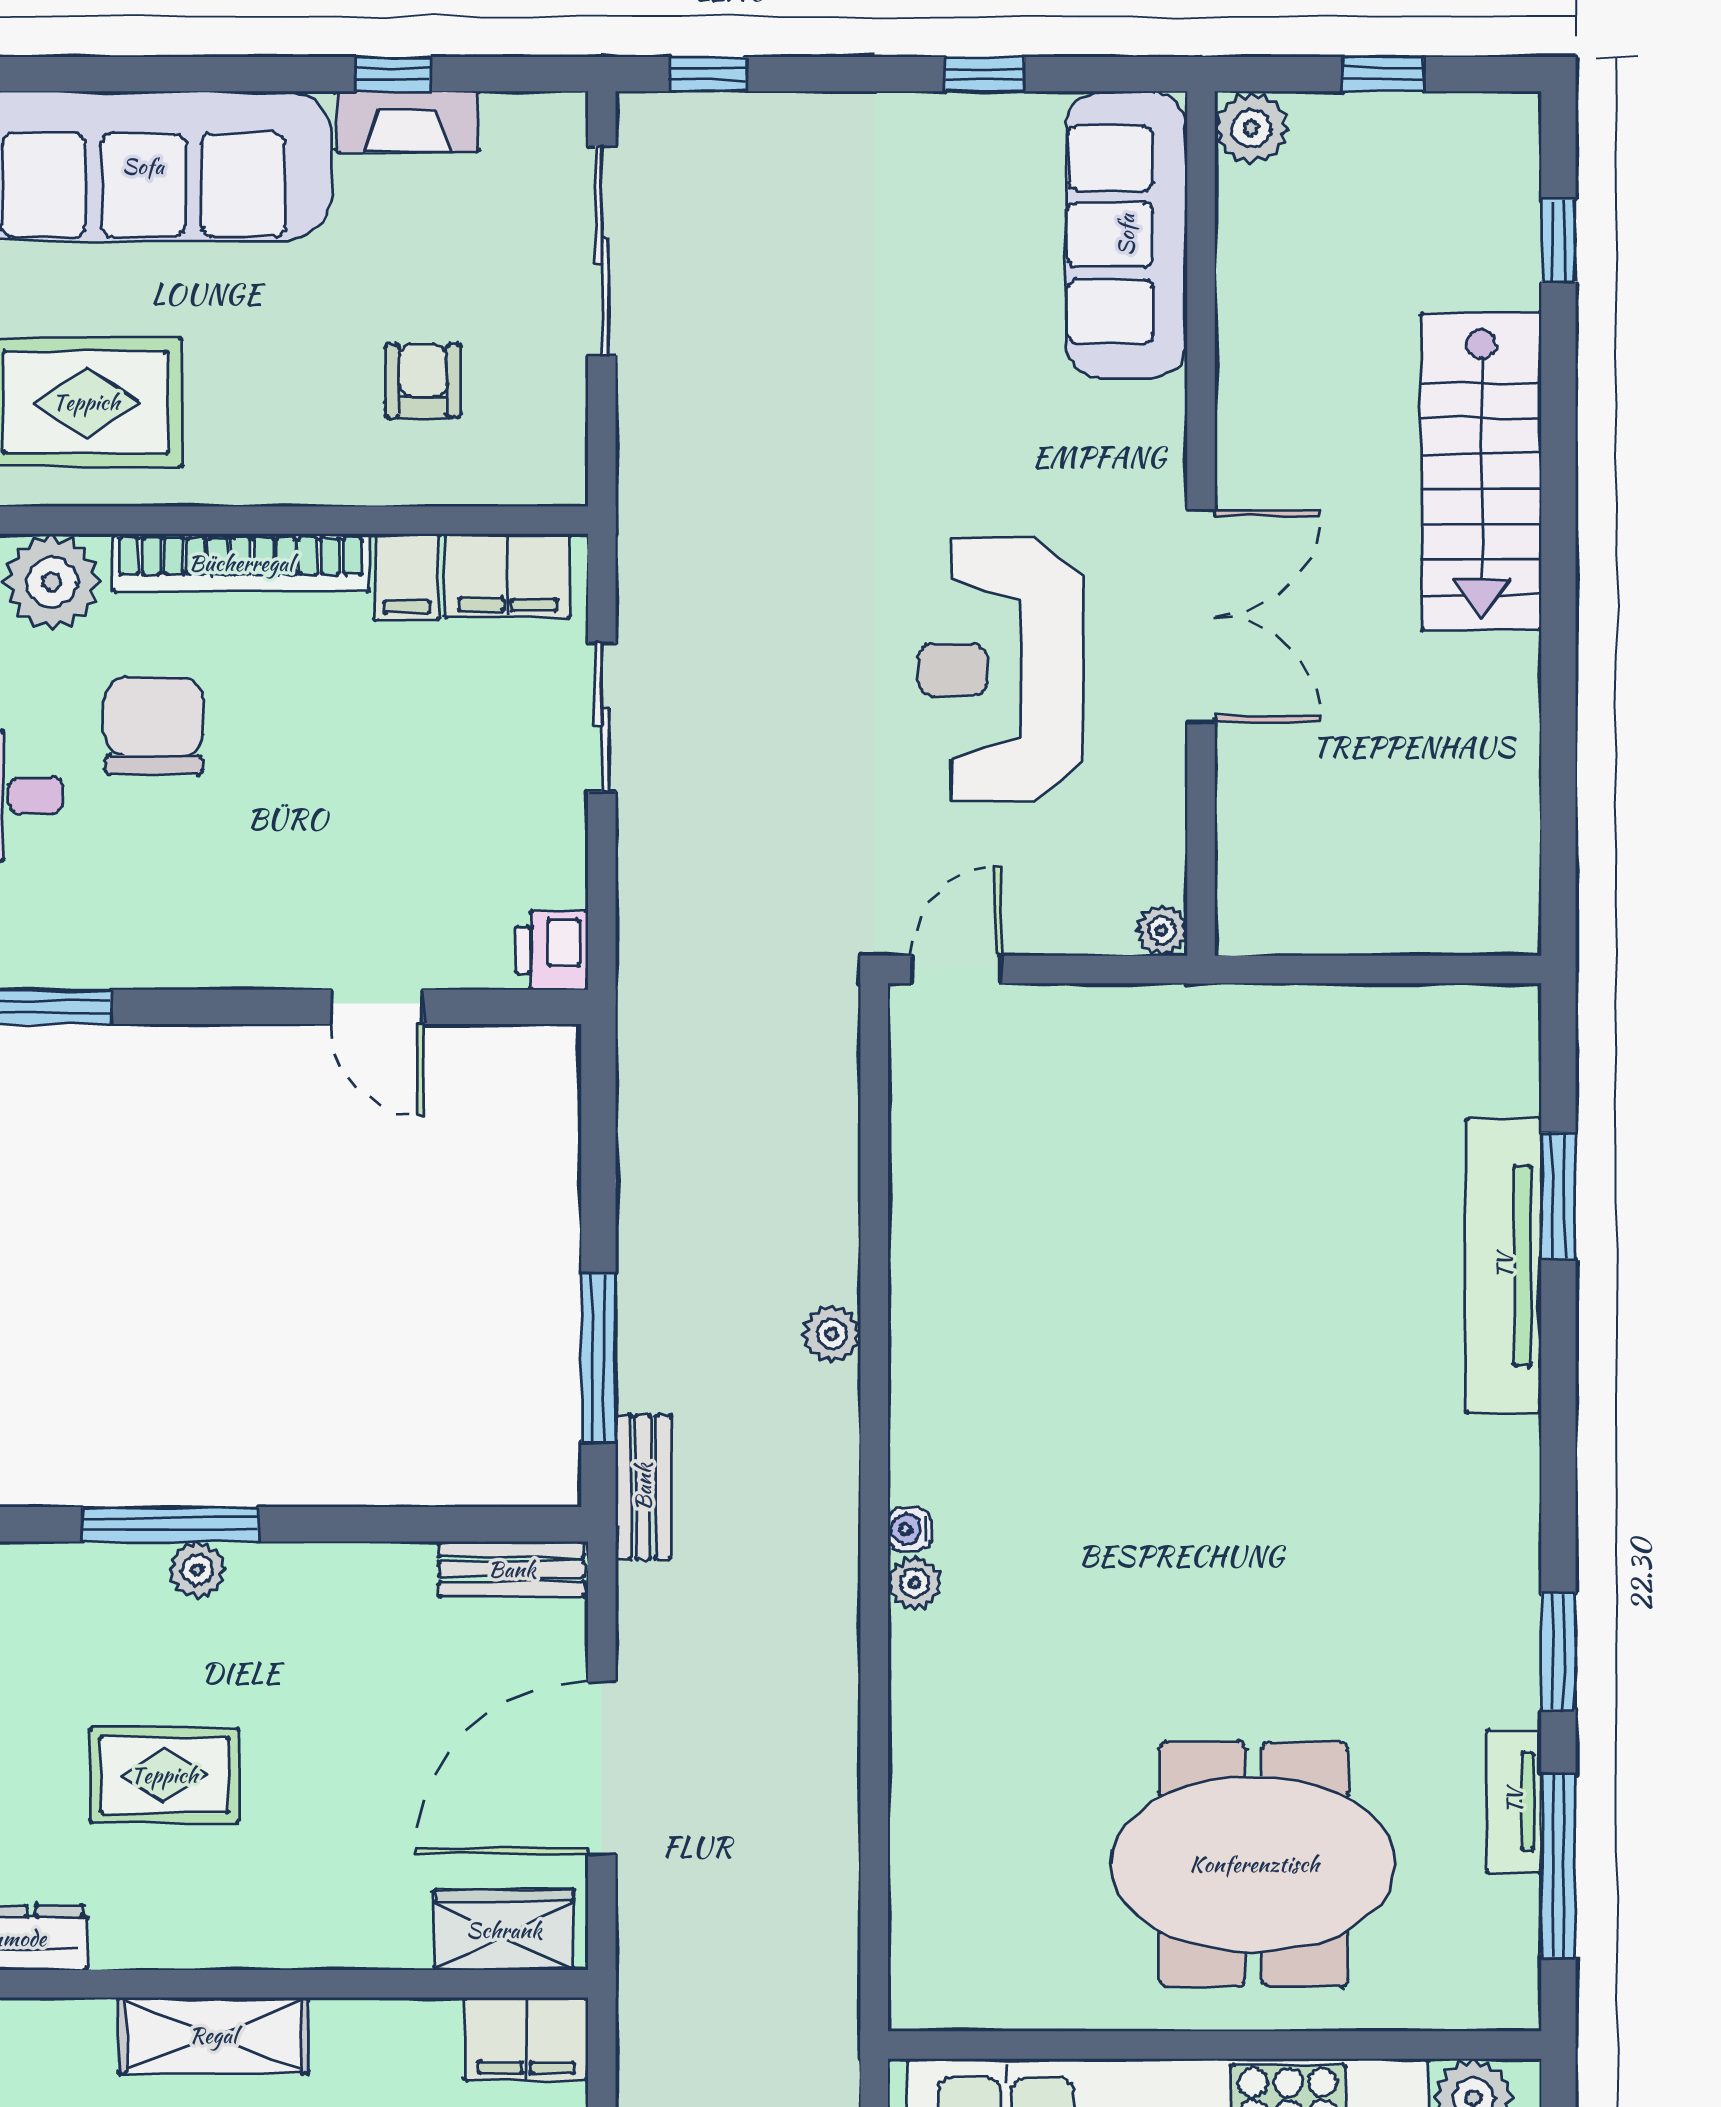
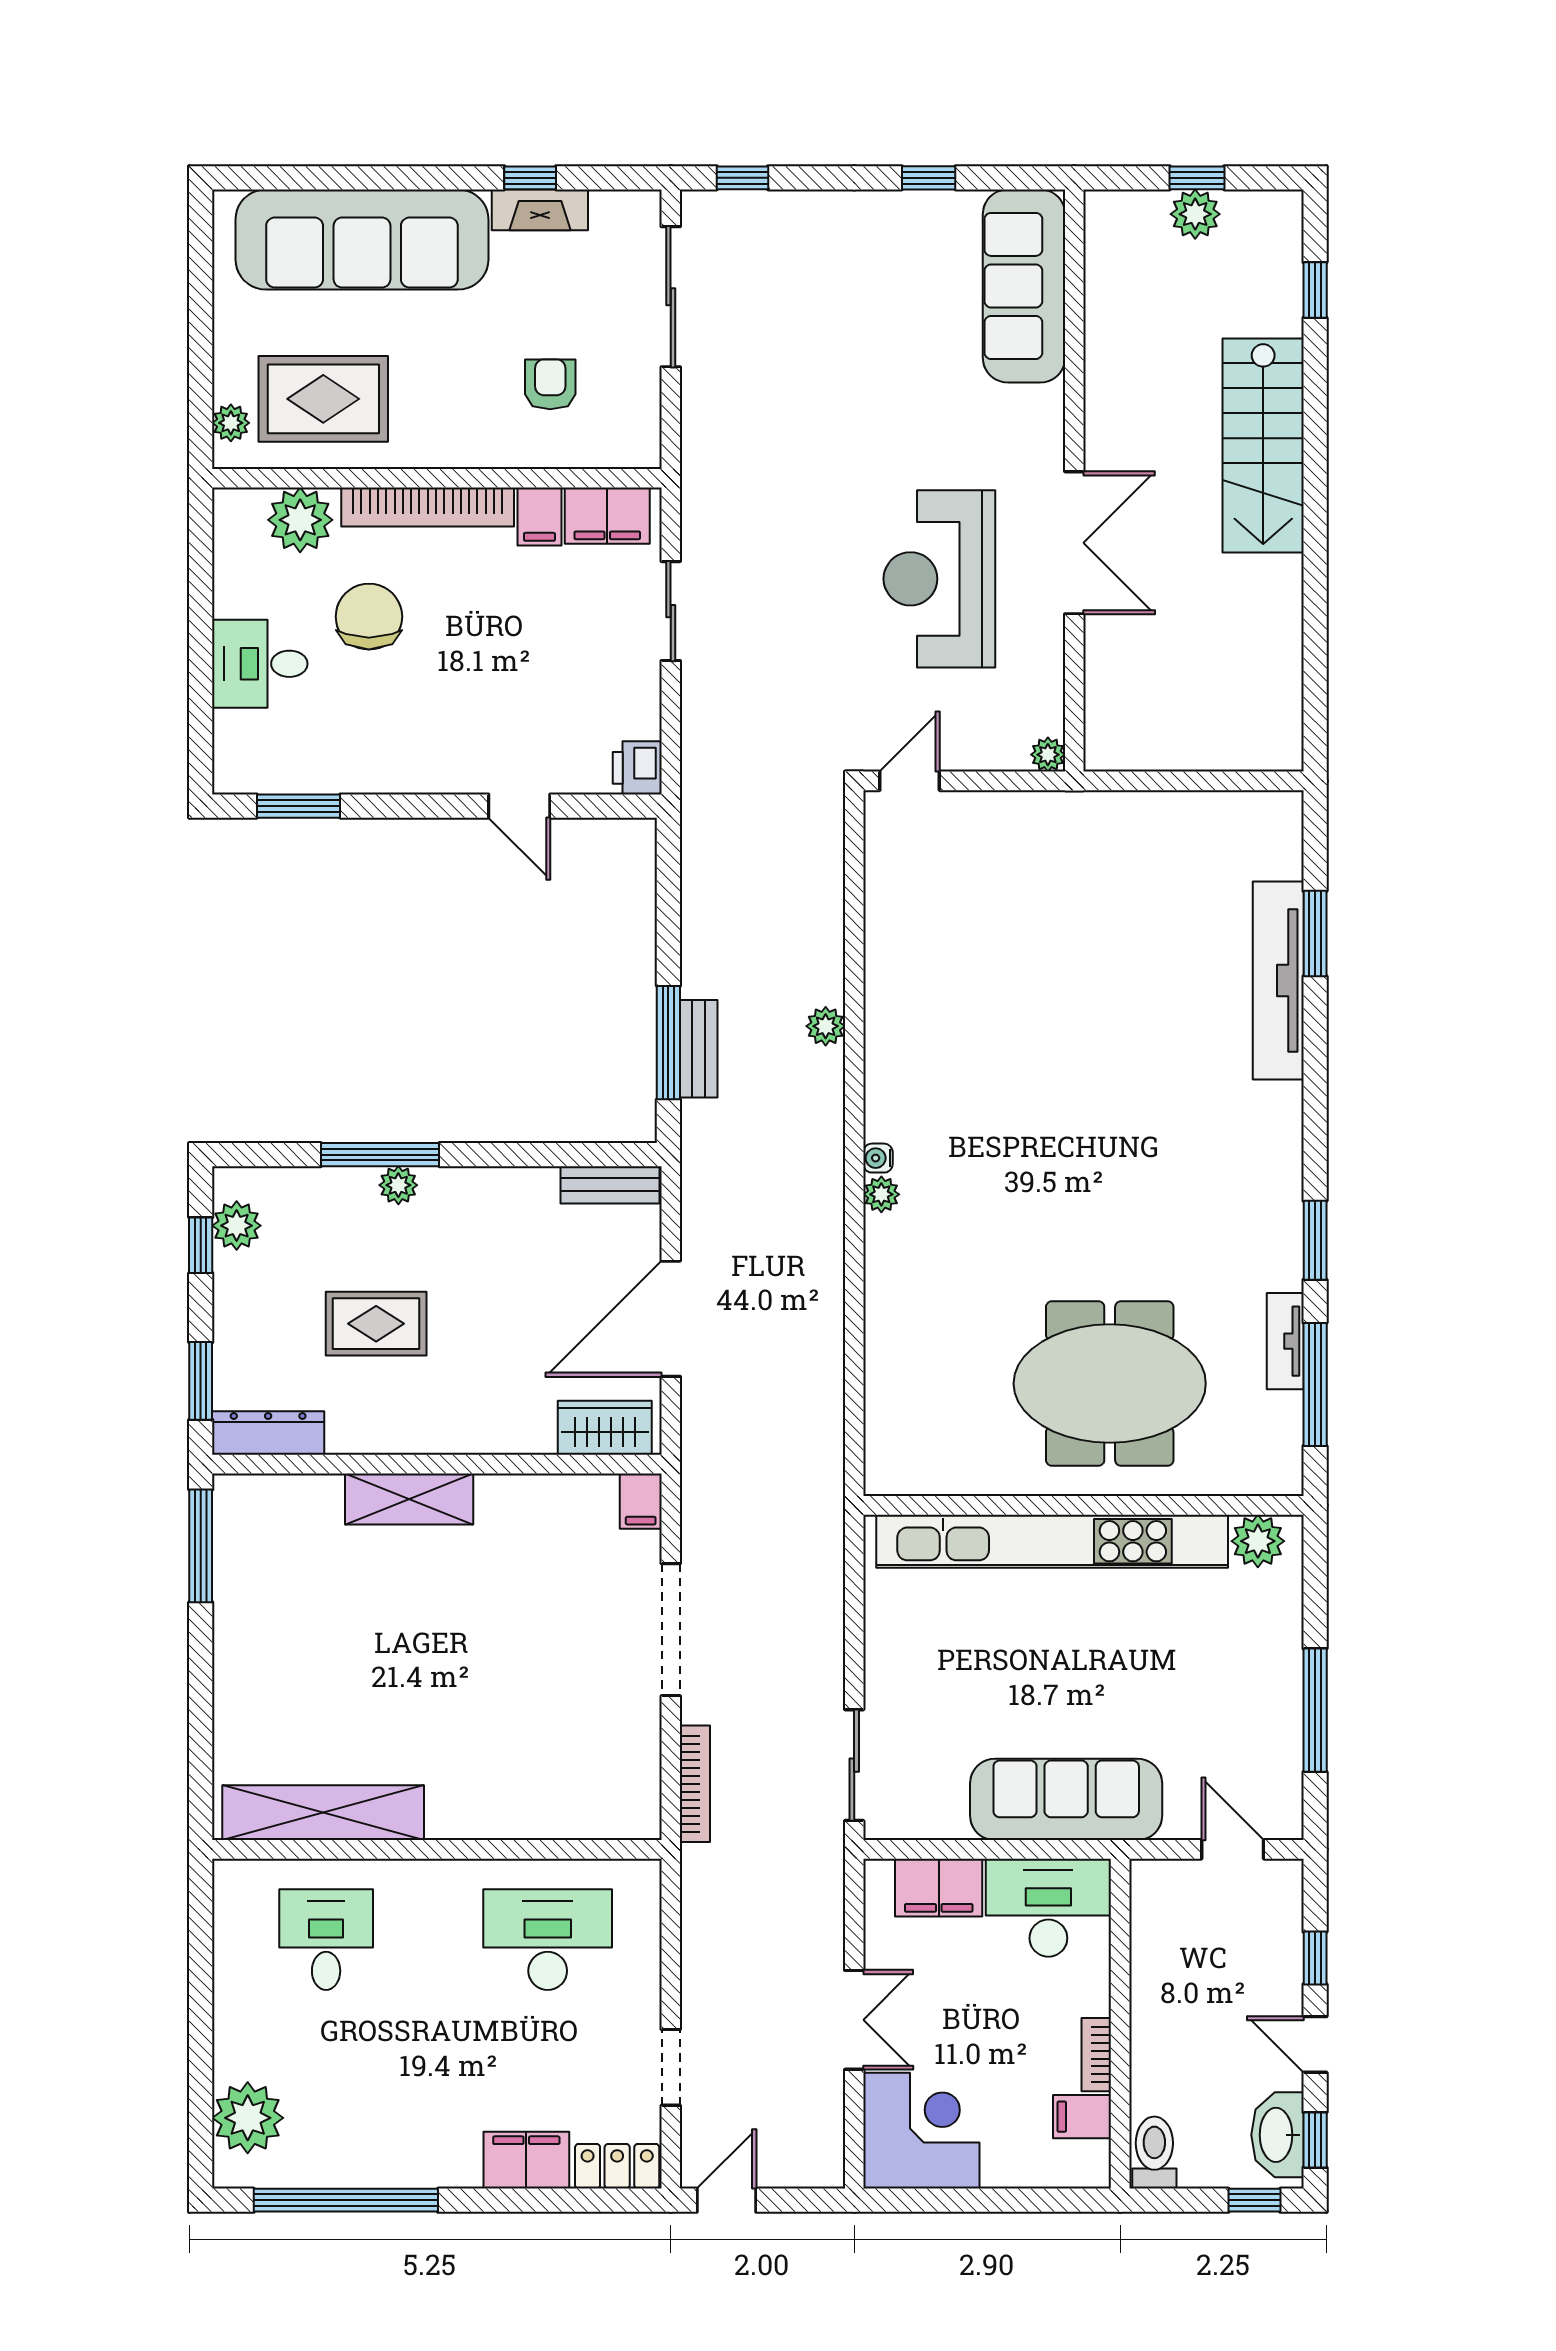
plant: (1251, 128) -> (1195, 214), moved
bench: (643, 1487) -> (699, 1049), moved
filing cabinet: (526, 2039) -> (641, 1501), width x0.50

